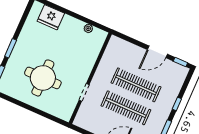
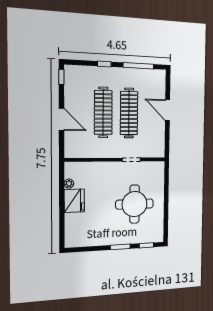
fridge: (51, 17) -> (74, 201), moved
door: (157, 52) -> (62, 119), moved

